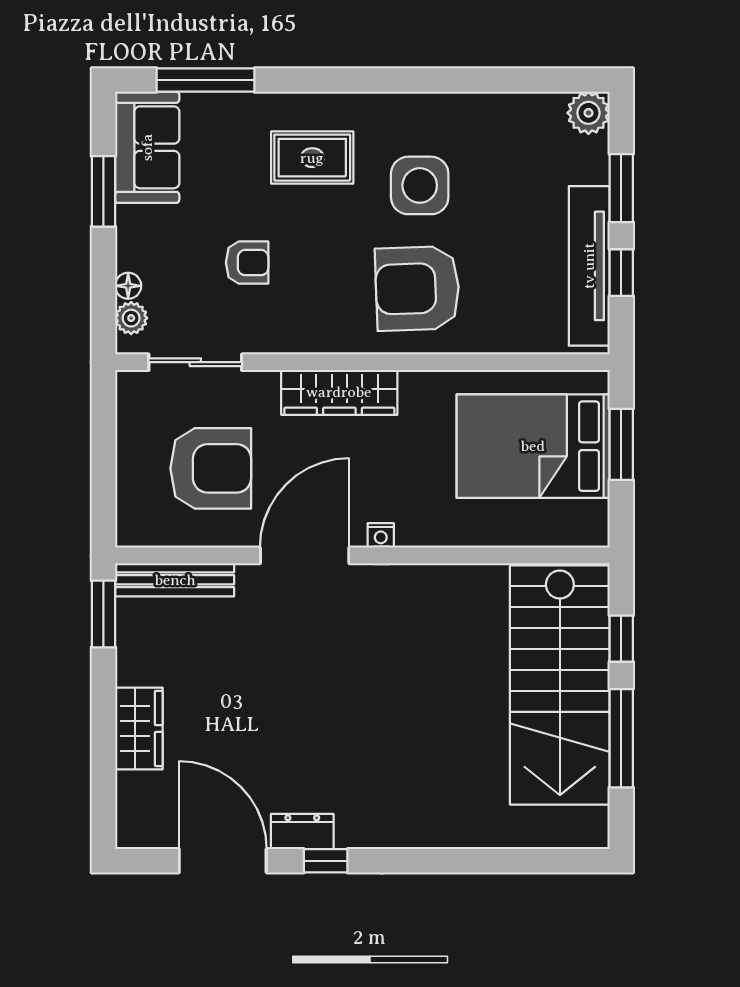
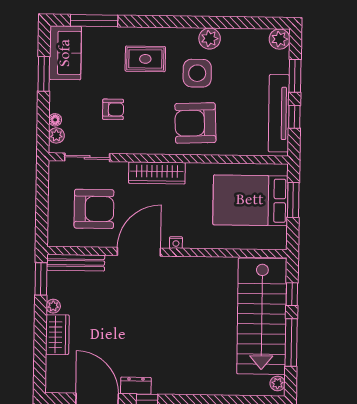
plant: (444, 114) -> (210, 38), added
plant: (130, 670) -> (53, 306), added
plant: (594, 823) -> (278, 384), added

